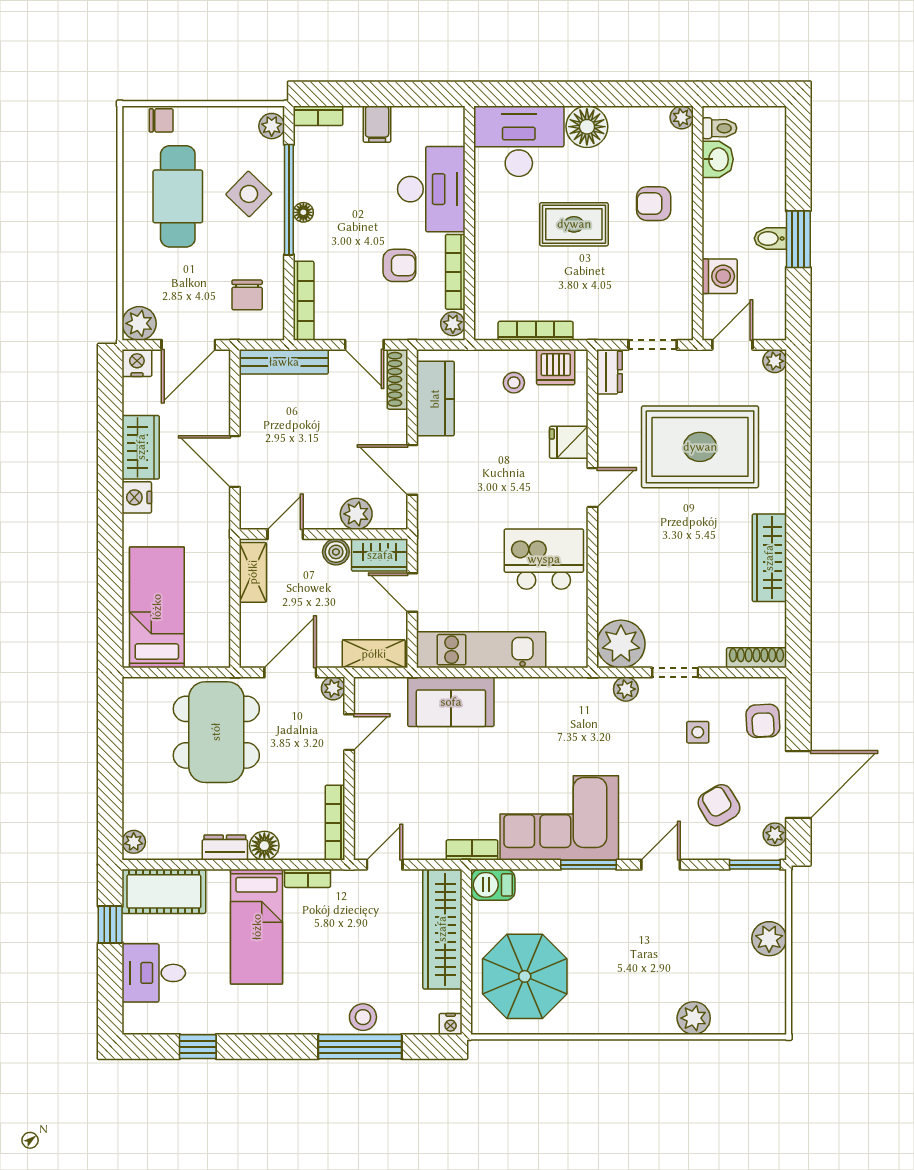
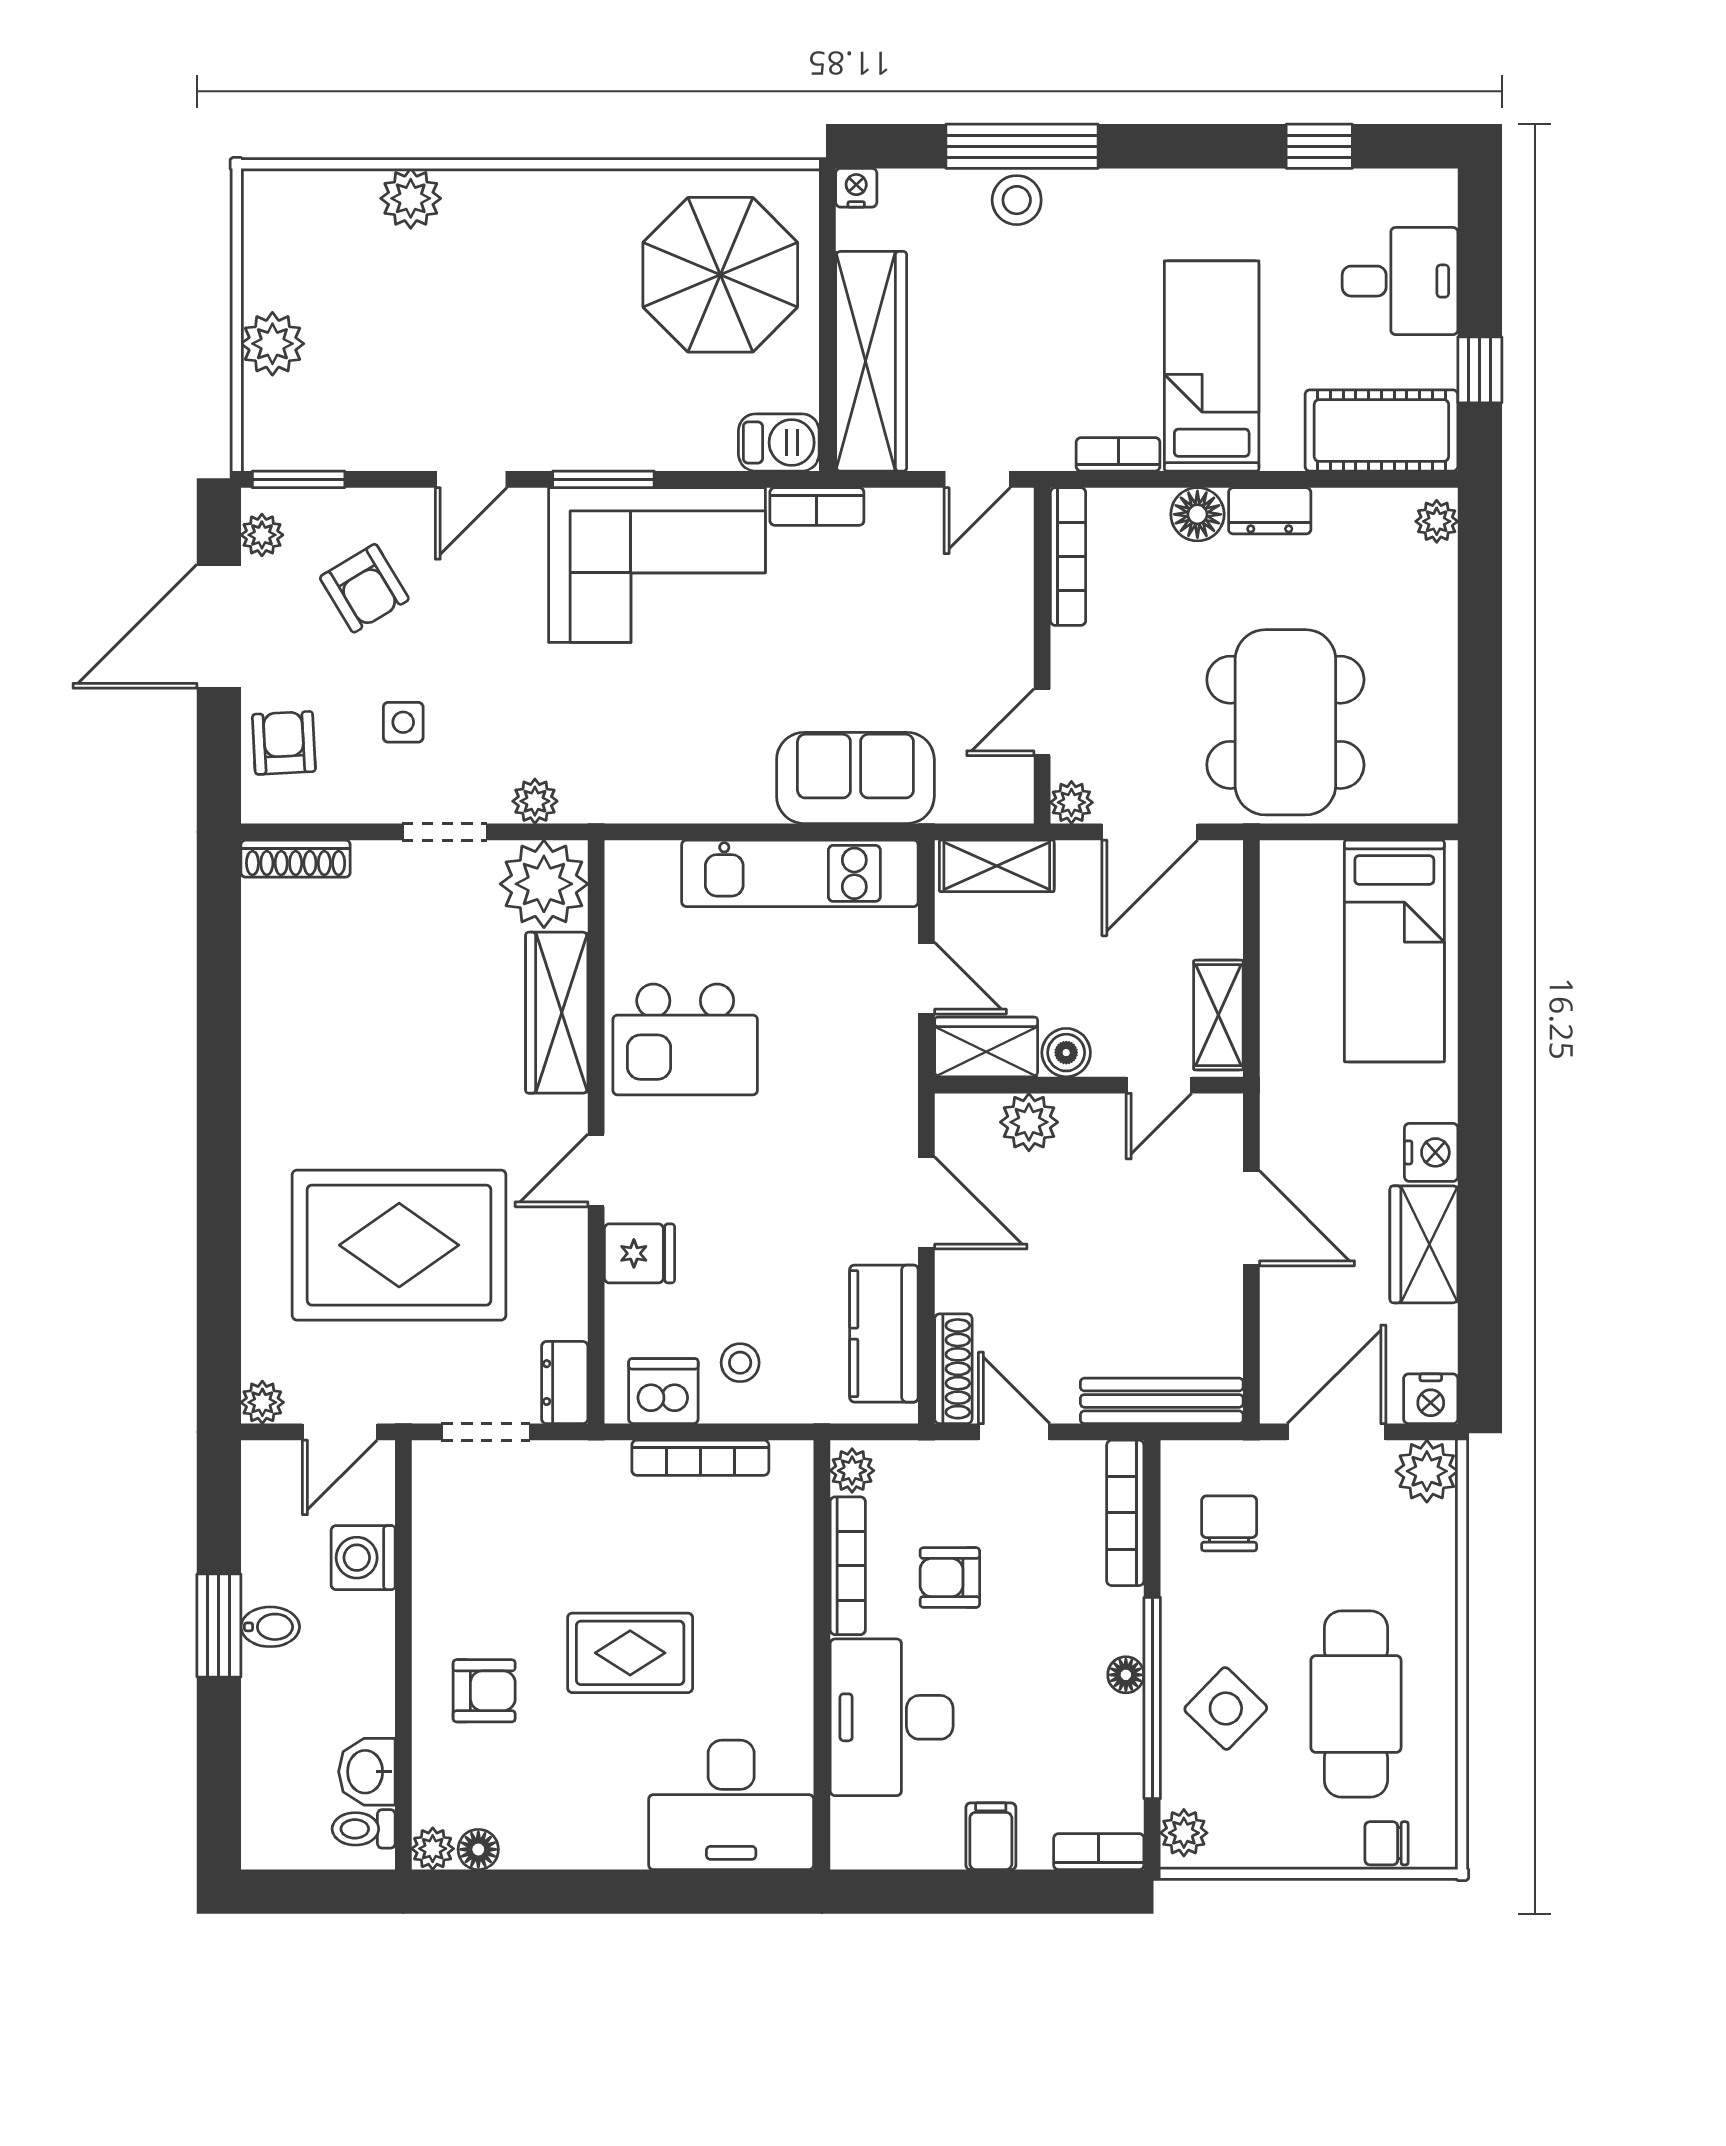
floor lamp: (587, 127) -> (478, 1849), moved, width x0.53, depth x0.53
wardrobe: (769, 558) -> (557, 1013), moved, turned 180

